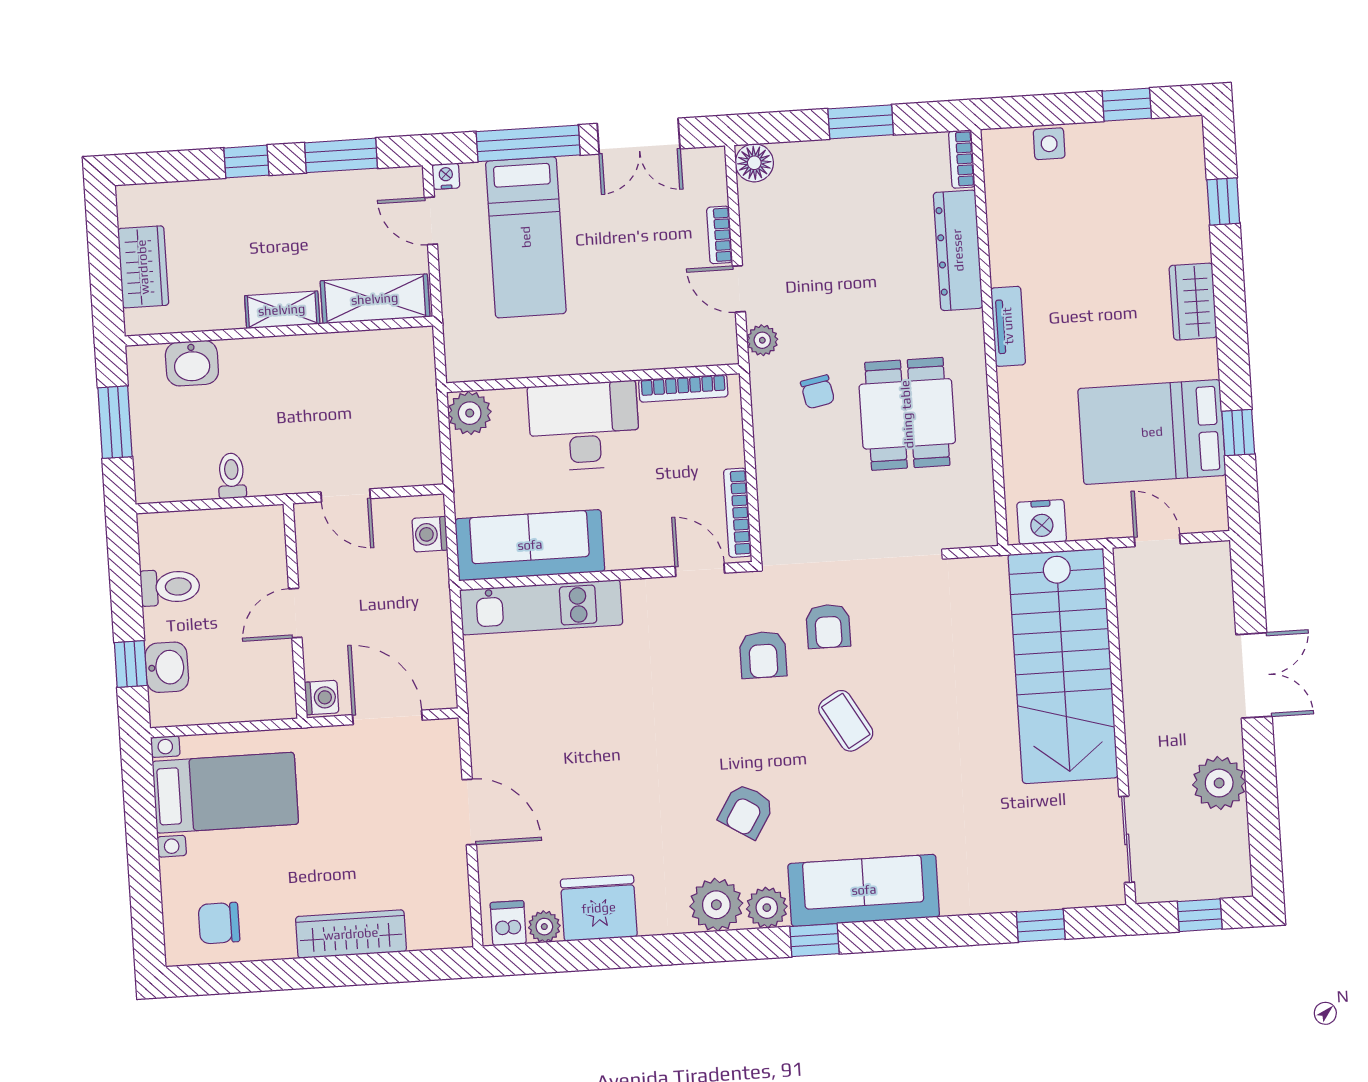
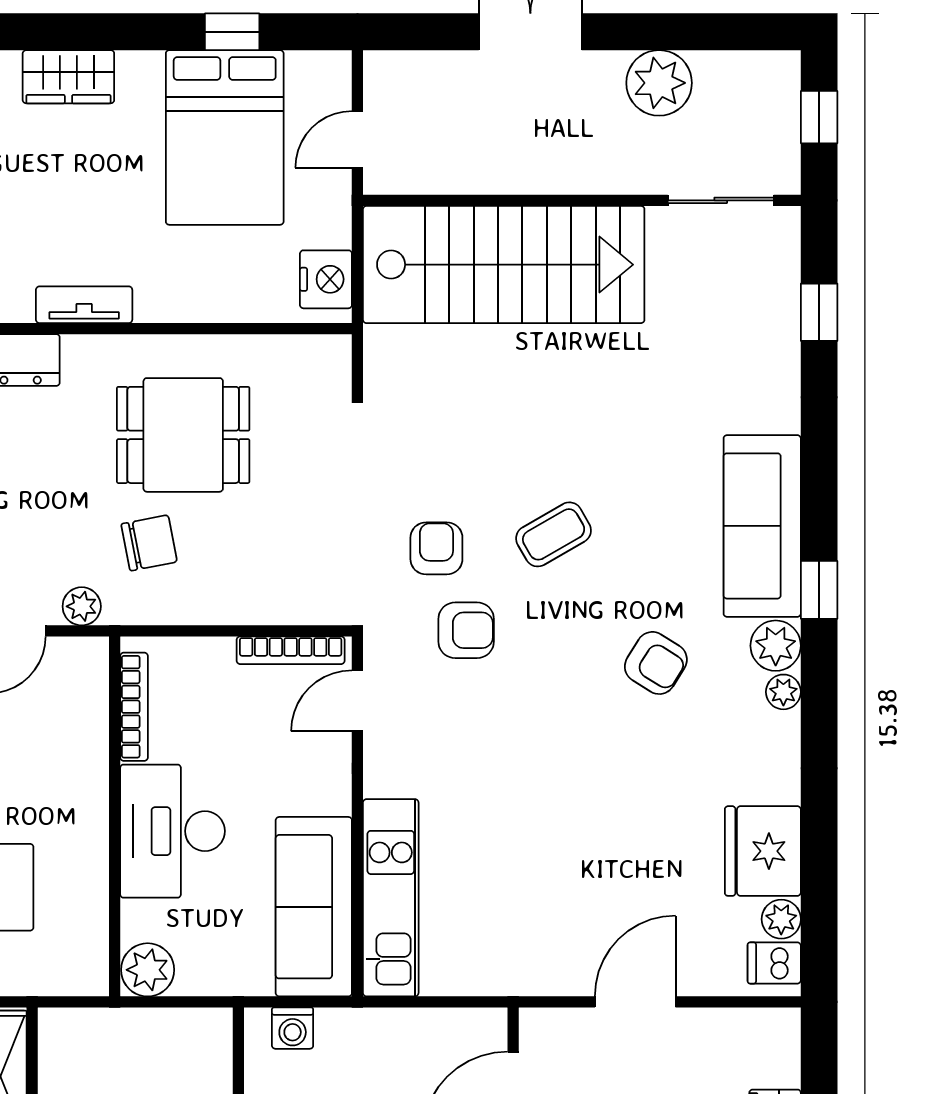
chair: (818, 392) -> (149, 543), width x1.37, depth x1.37
armchair: (828, 626) -> (436, 548), turned -90
plant: (716, 905) -> (783, 692), width x0.53, depth x0.53

